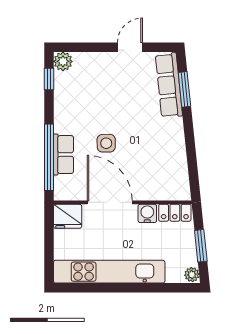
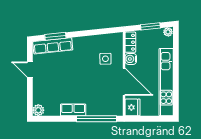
window: (49, 79) -> (49, 119), removed
side table: (106, 143) -> (105, 59), moved
row of seats: (63, 155) -> (73, 110), moved
door: (110, 202) -> (124, 82), swing flipped

